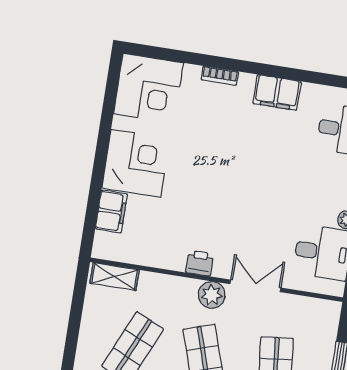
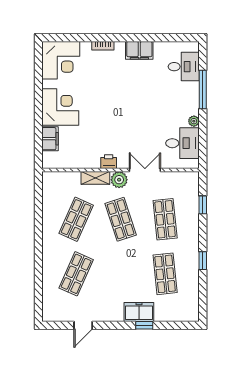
shelving: (115, 277) -> (95, 178), moved

